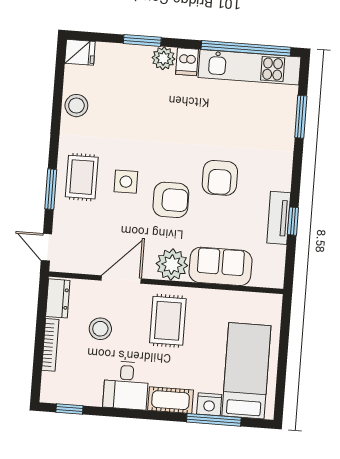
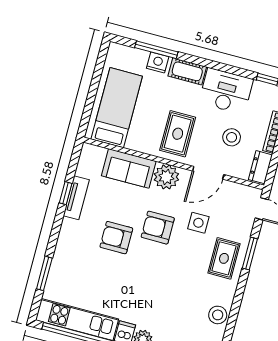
armchair: (220, 178) -> (116, 238), turned -90
side table: (126, 182) -> (198, 223), moved
bed: (246, 371) -> (117, 108), moved, turned 180
desk: (126, 385) -> (226, 91), width x1.37

